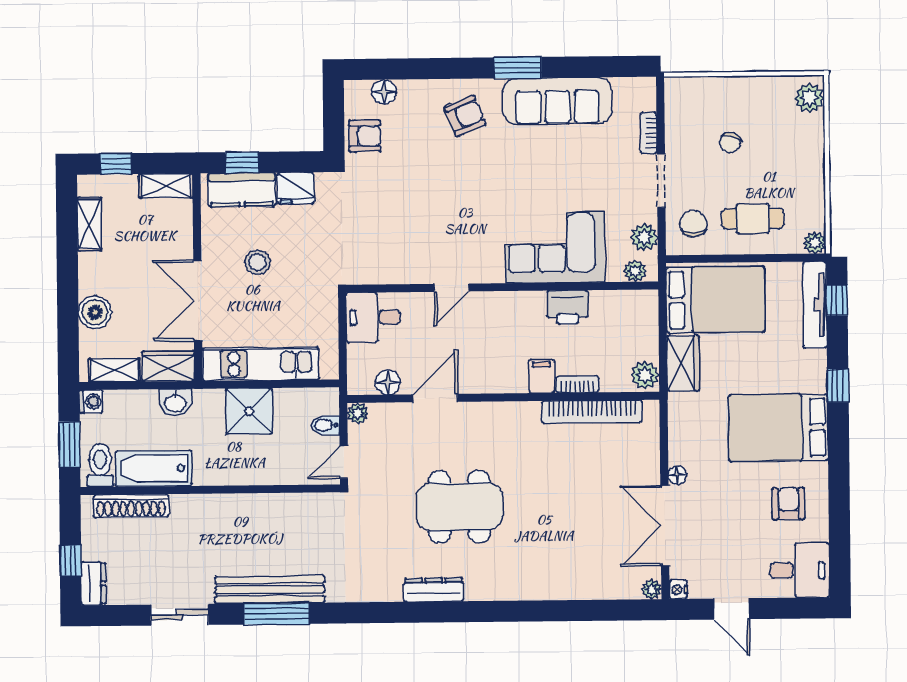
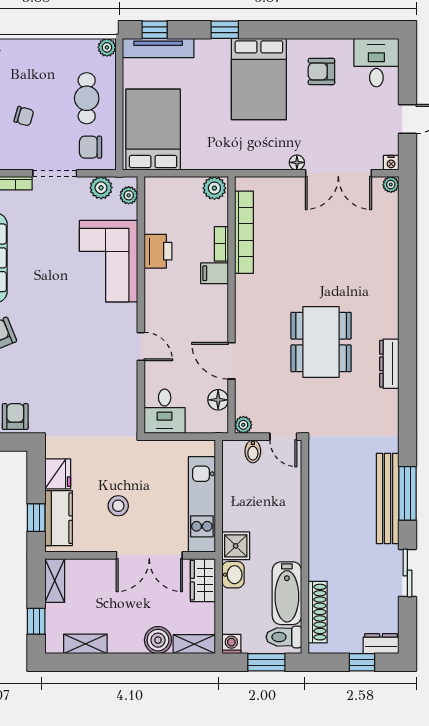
wardrobe: (683, 363) -> (205, 157), removed
shelving: (115, 370) -> (194, 644), moved, turned 90
shower: (249, 411) -> (236, 546), moved, width x0.73, depth x0.73

